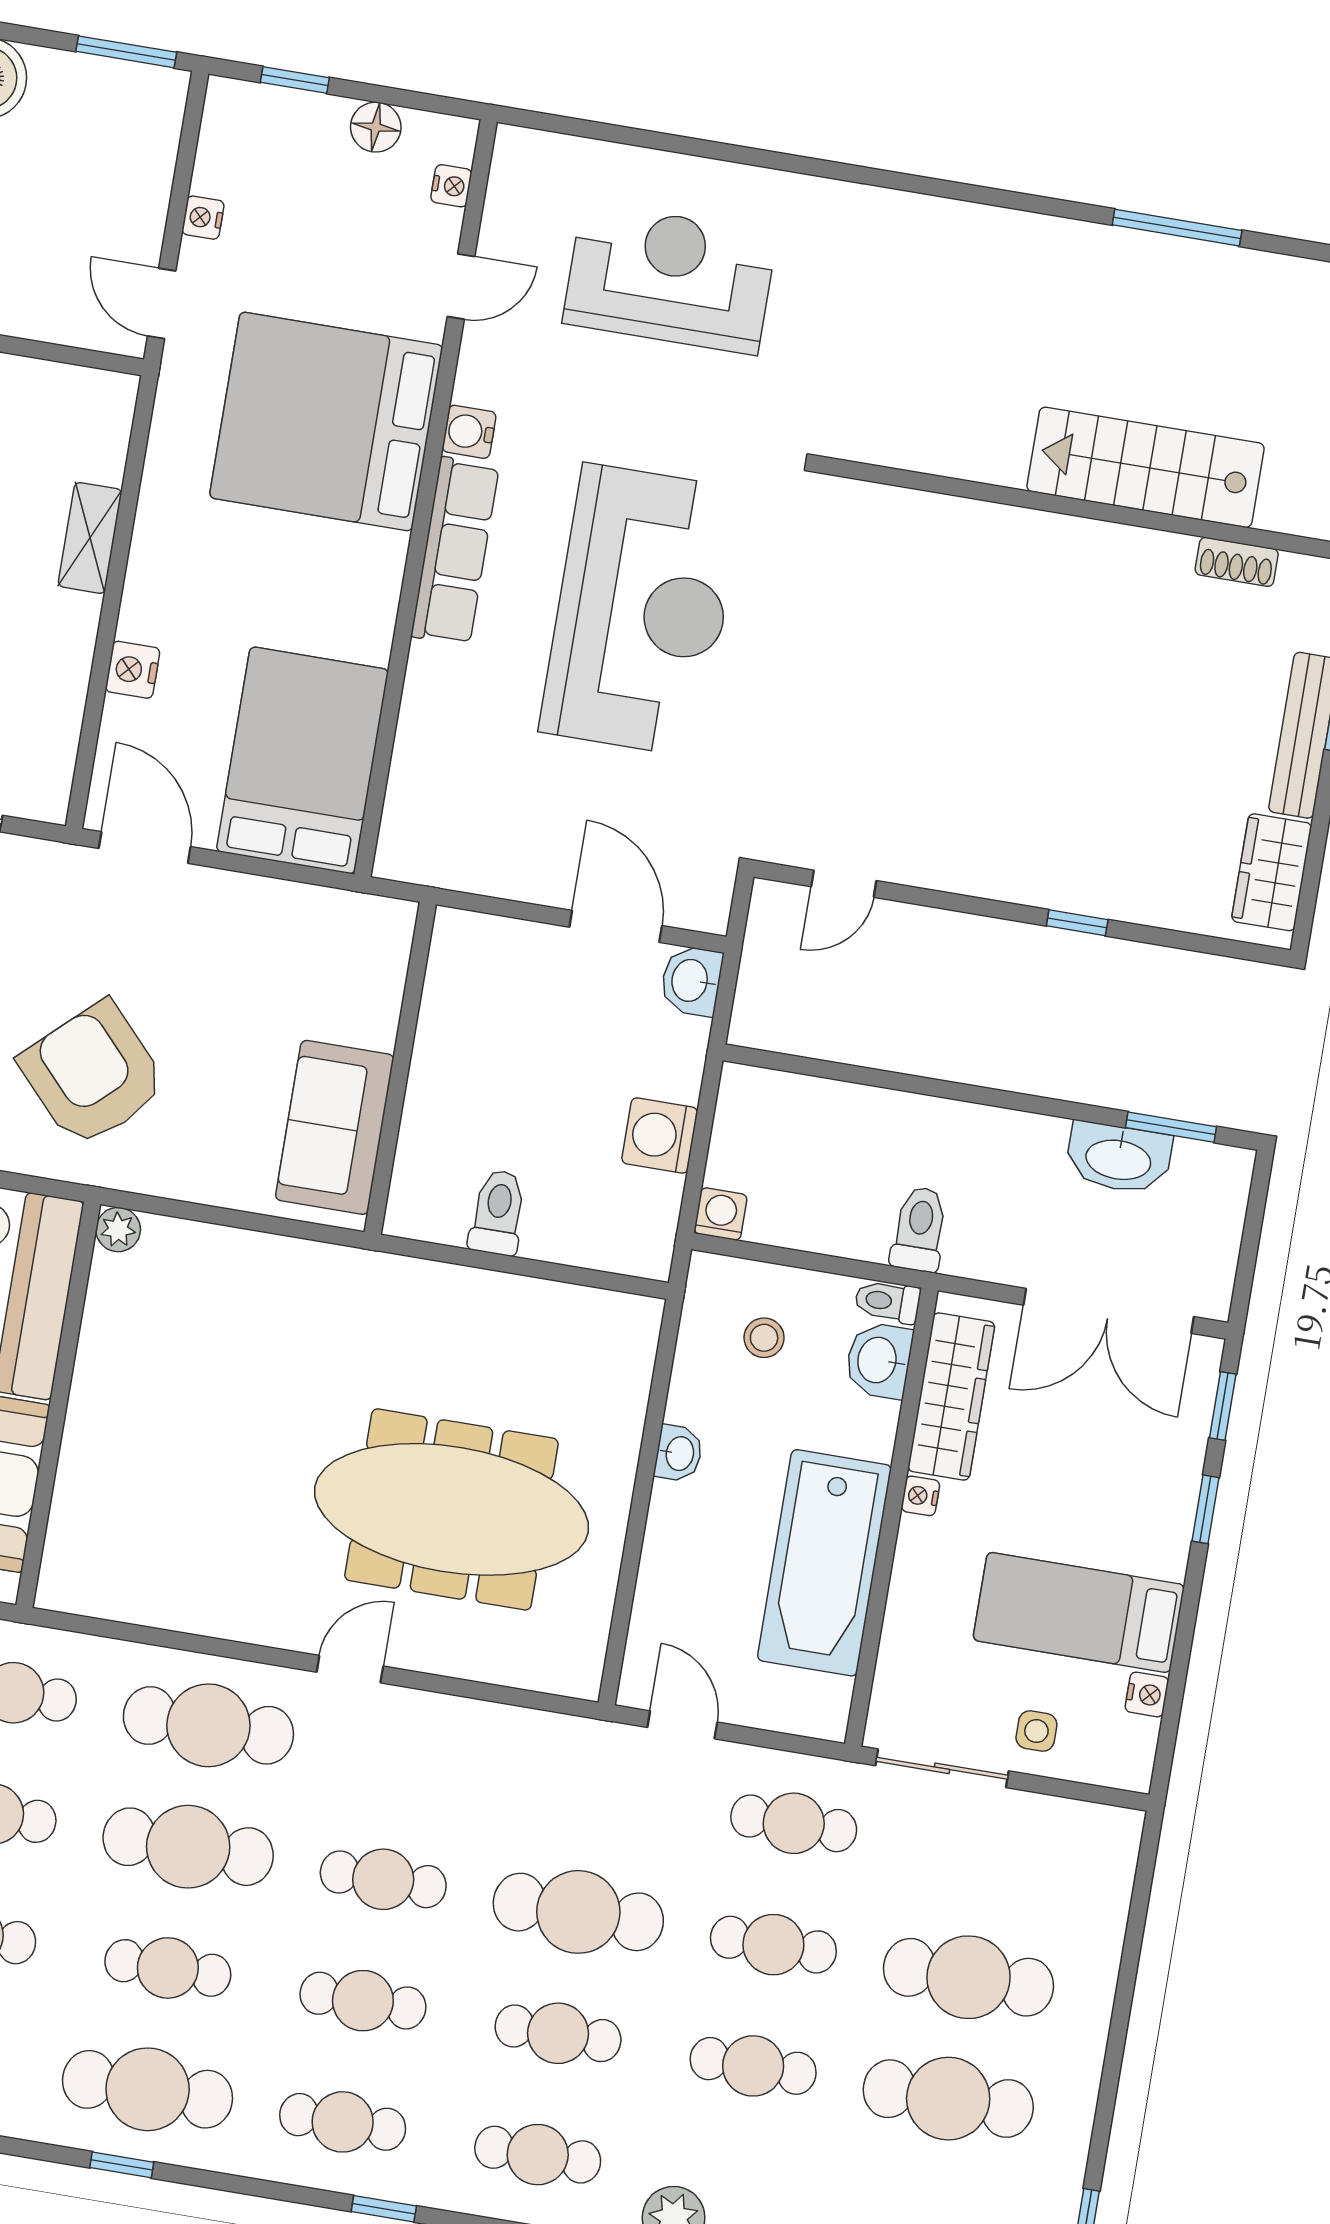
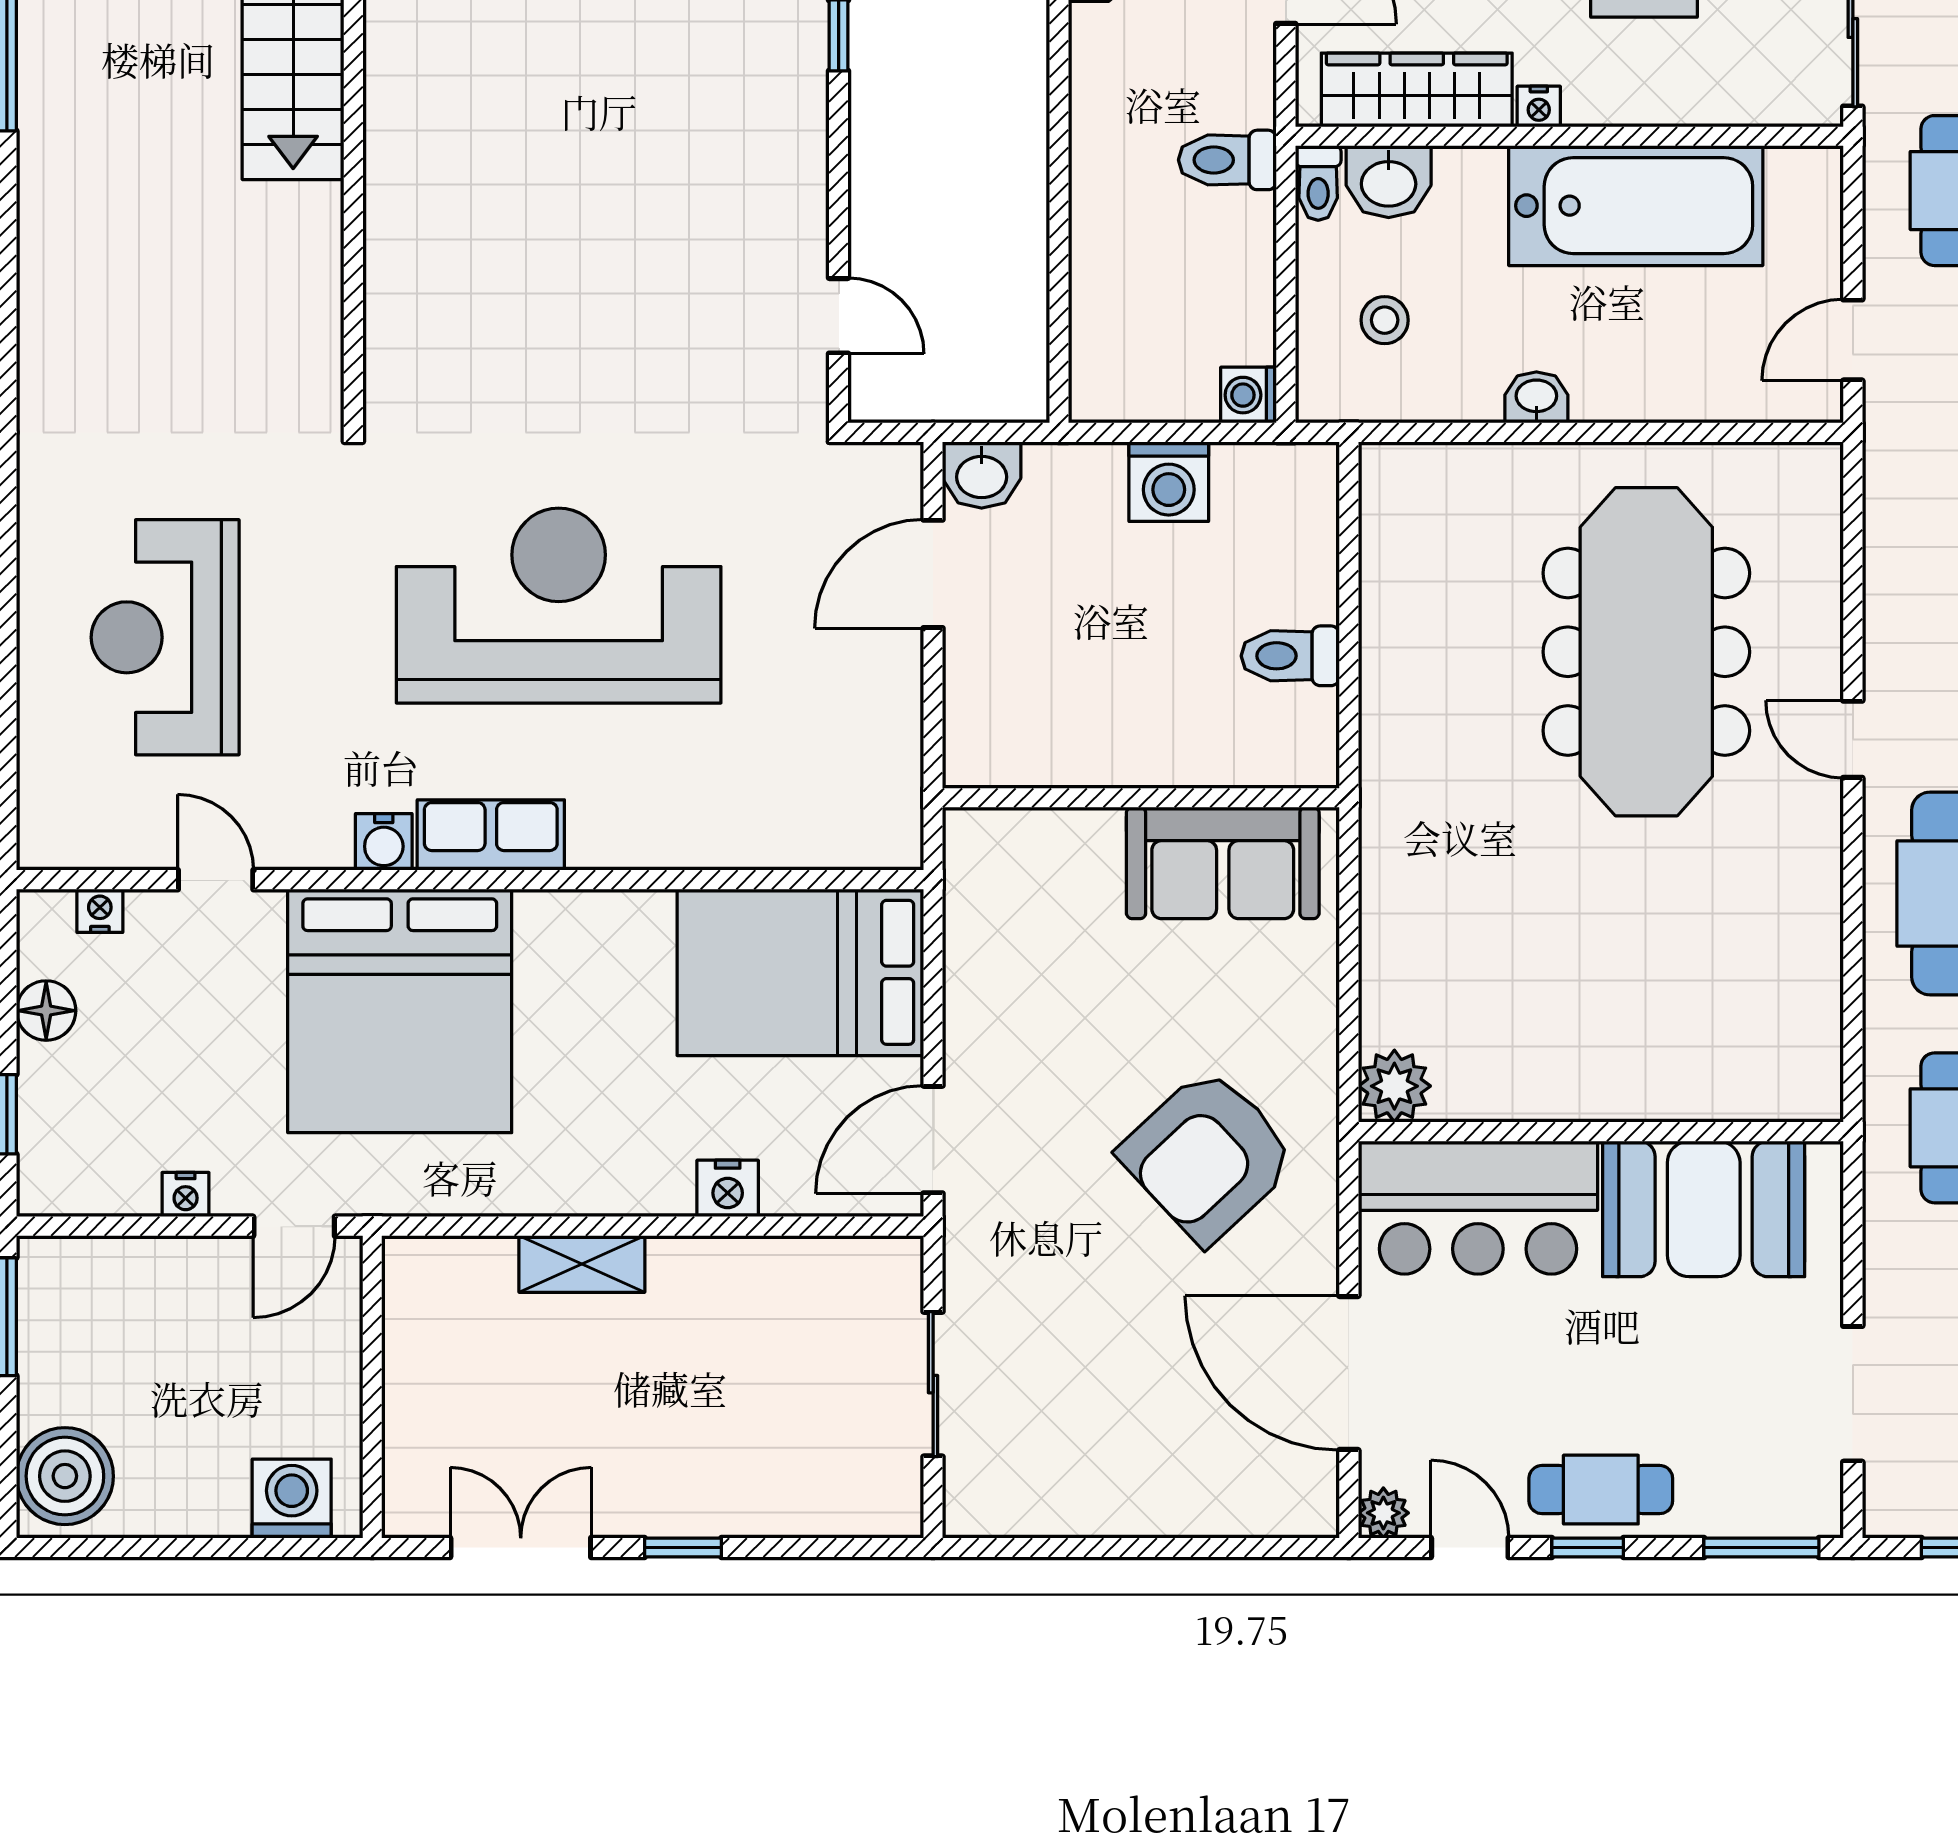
row of seats: (455, 551) -> (491, 835), width x0.68
plant: (118, 1230) -> (1394, 1086), width x1.38, depth x1.38

